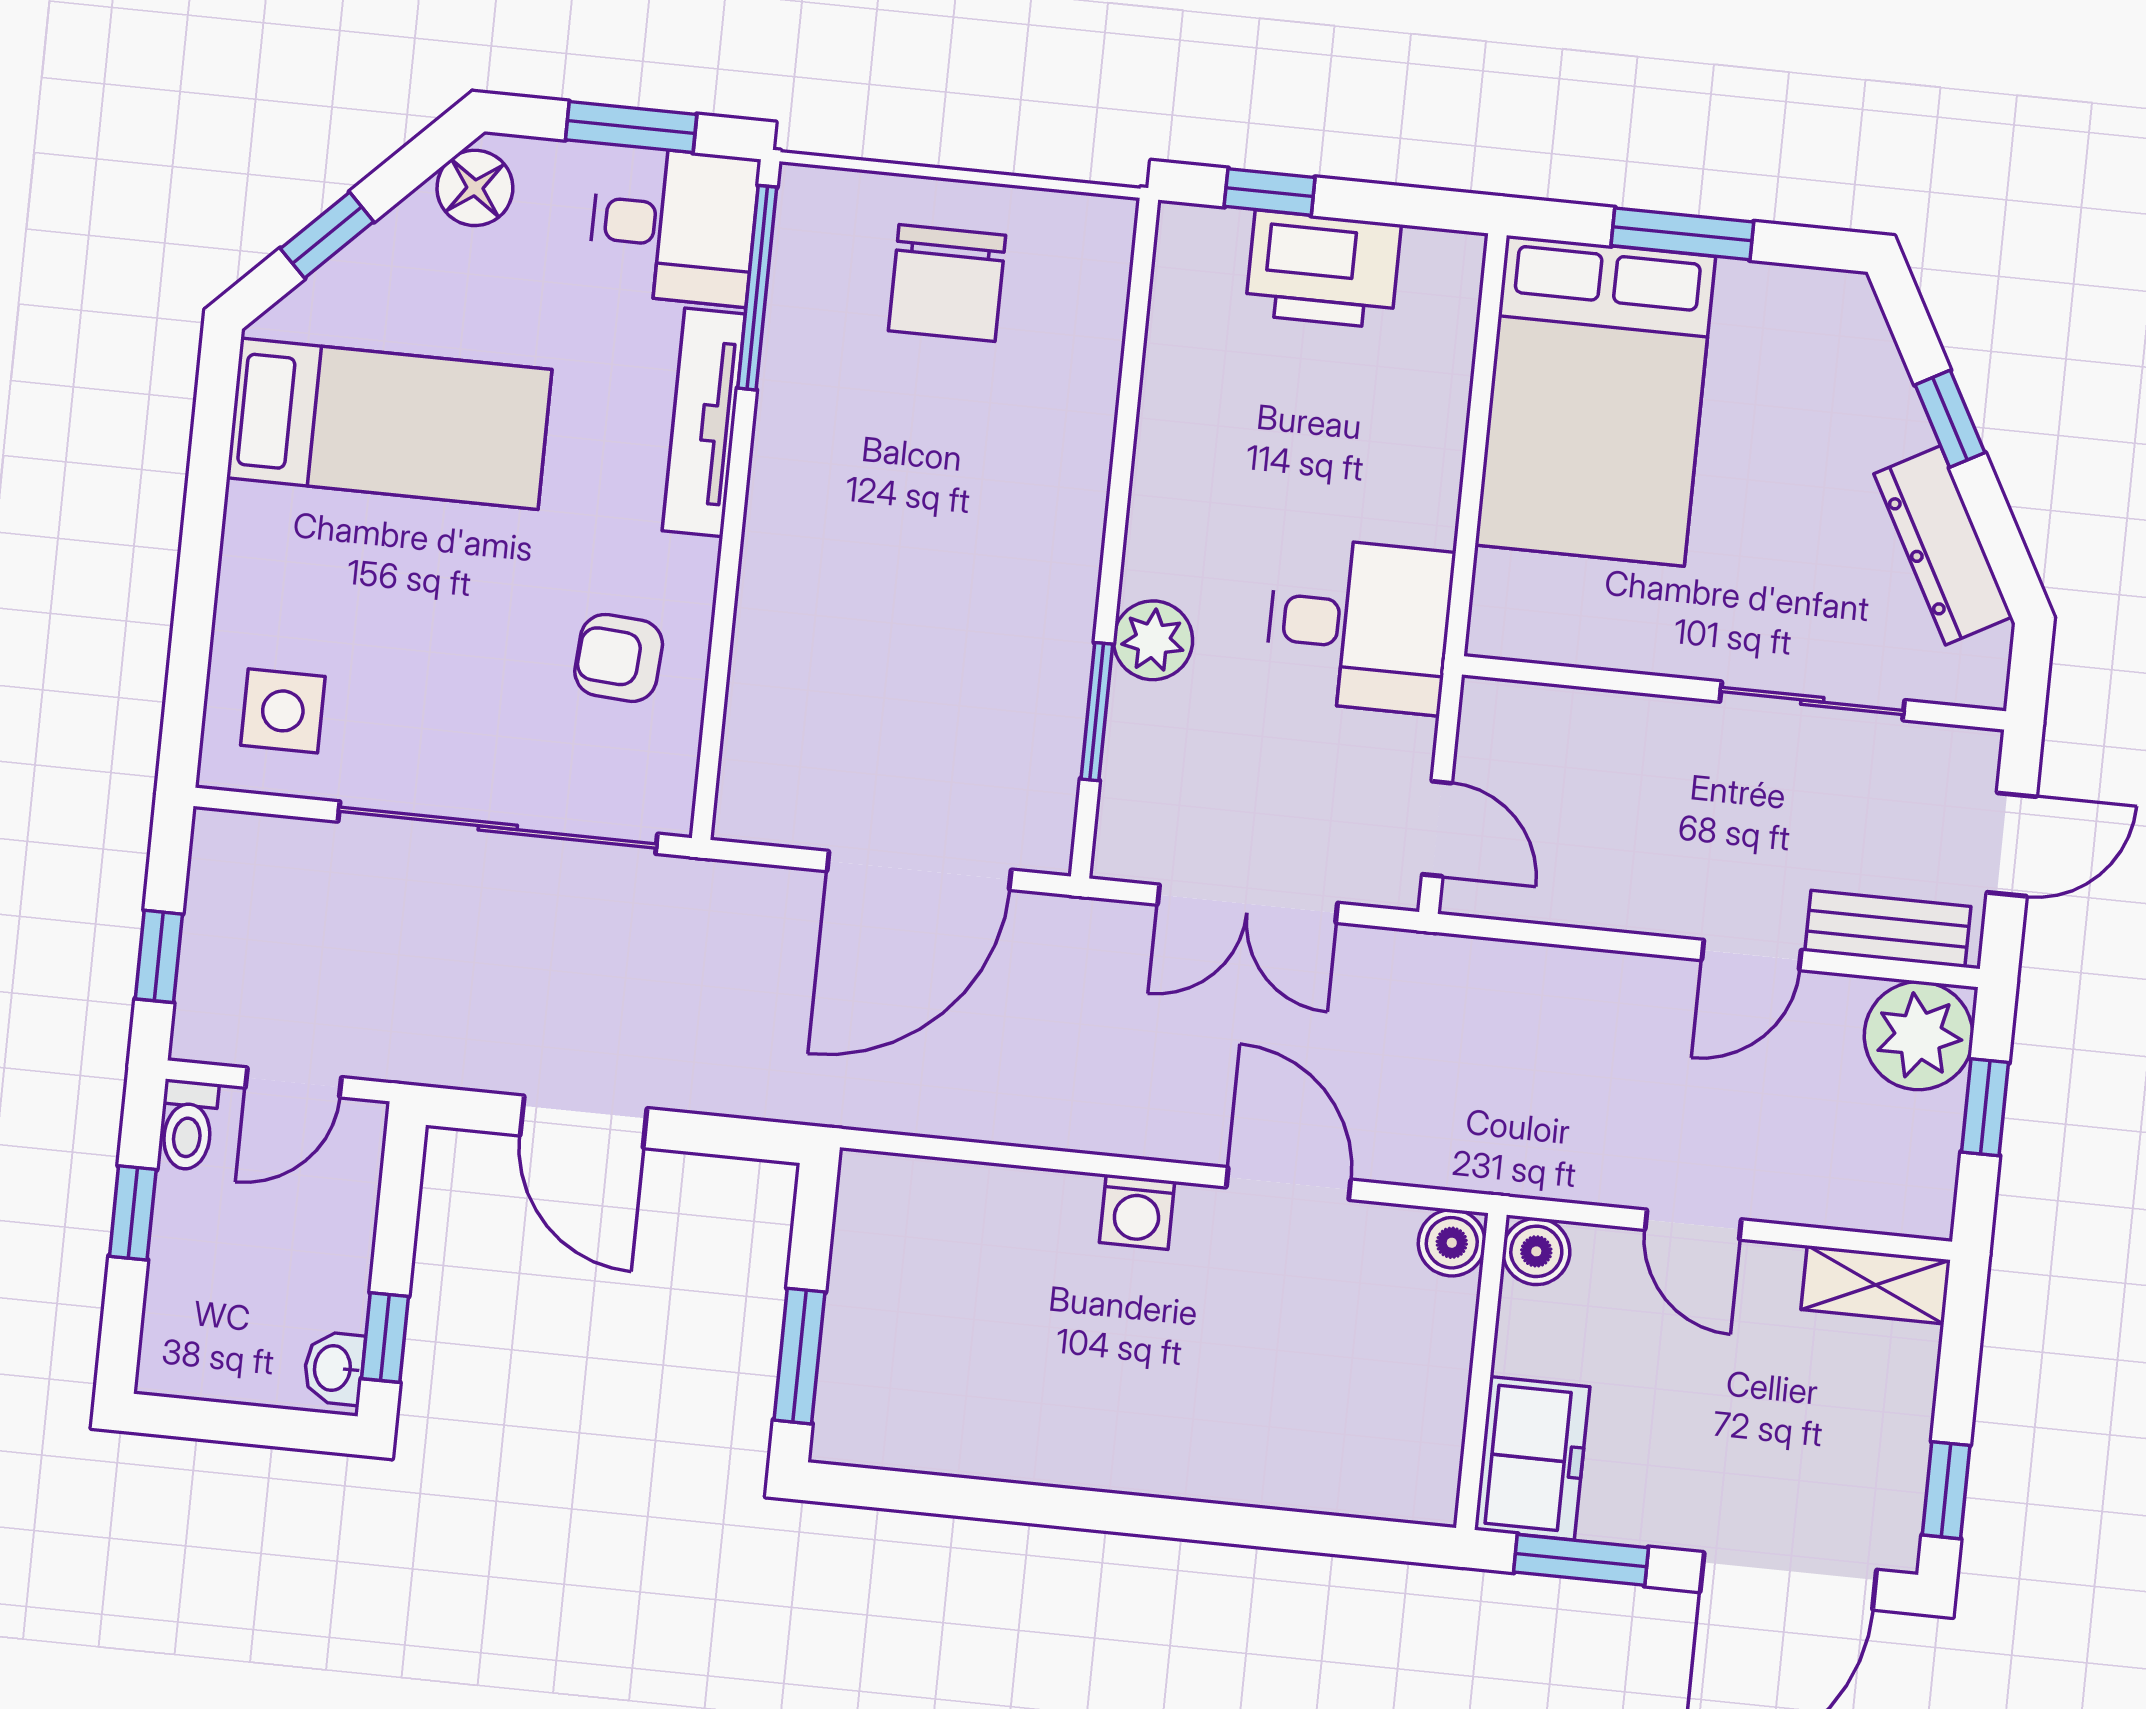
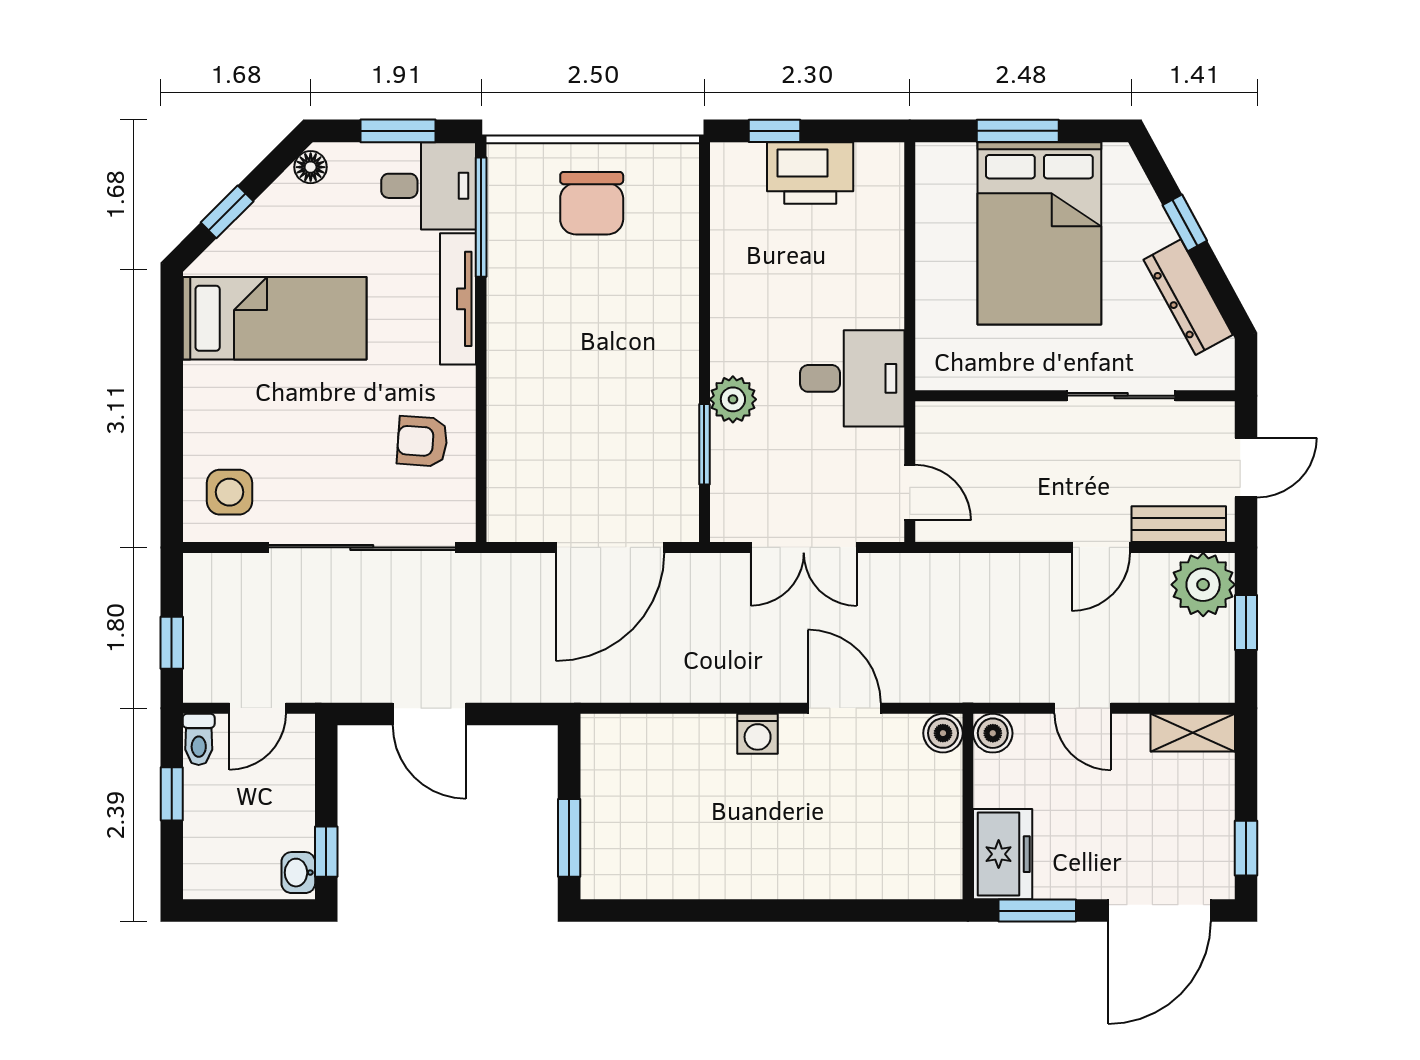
floor lamp: (475, 188) -> (311, 167), width x0.73, depth x0.73
bed: (1595, 401) -> (1039, 233), moved

